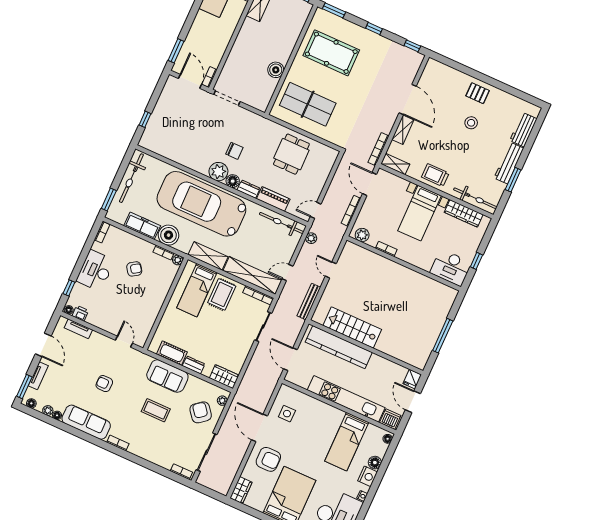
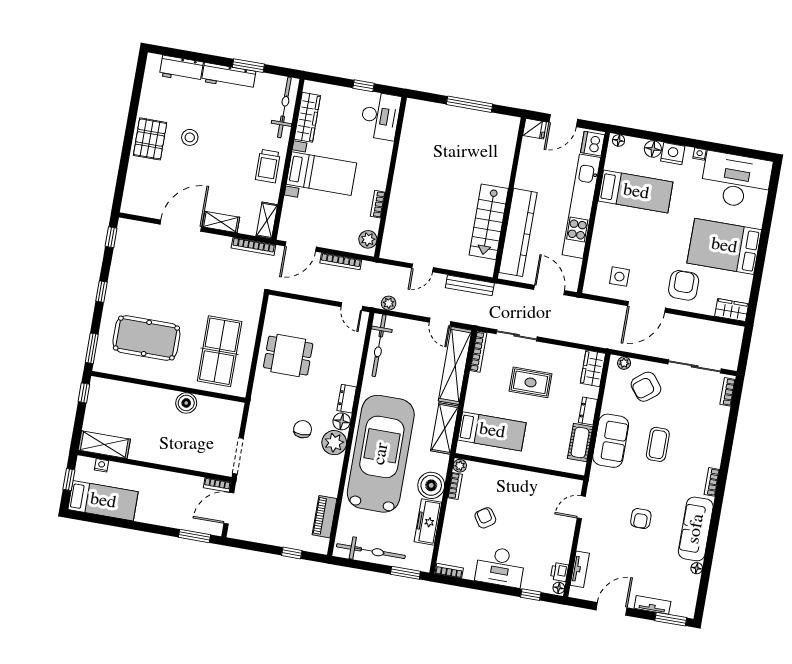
pool table: (331, 53) -> (146, 338), turned 90
pallet: (478, 93) -> (150, 139), width x1.50, depth x1.42
piano: (273, 199) -> (325, 517), moved
car: (201, 204) -> (381, 454), turned 180
rug: (222, 294) -> (531, 382), moved
door: (290, 359) -> (549, 290), swing flipped
floor lamp: (31, 403) -> (690, 605), removed
plant: (48, 411) -> (693, 581), removed

